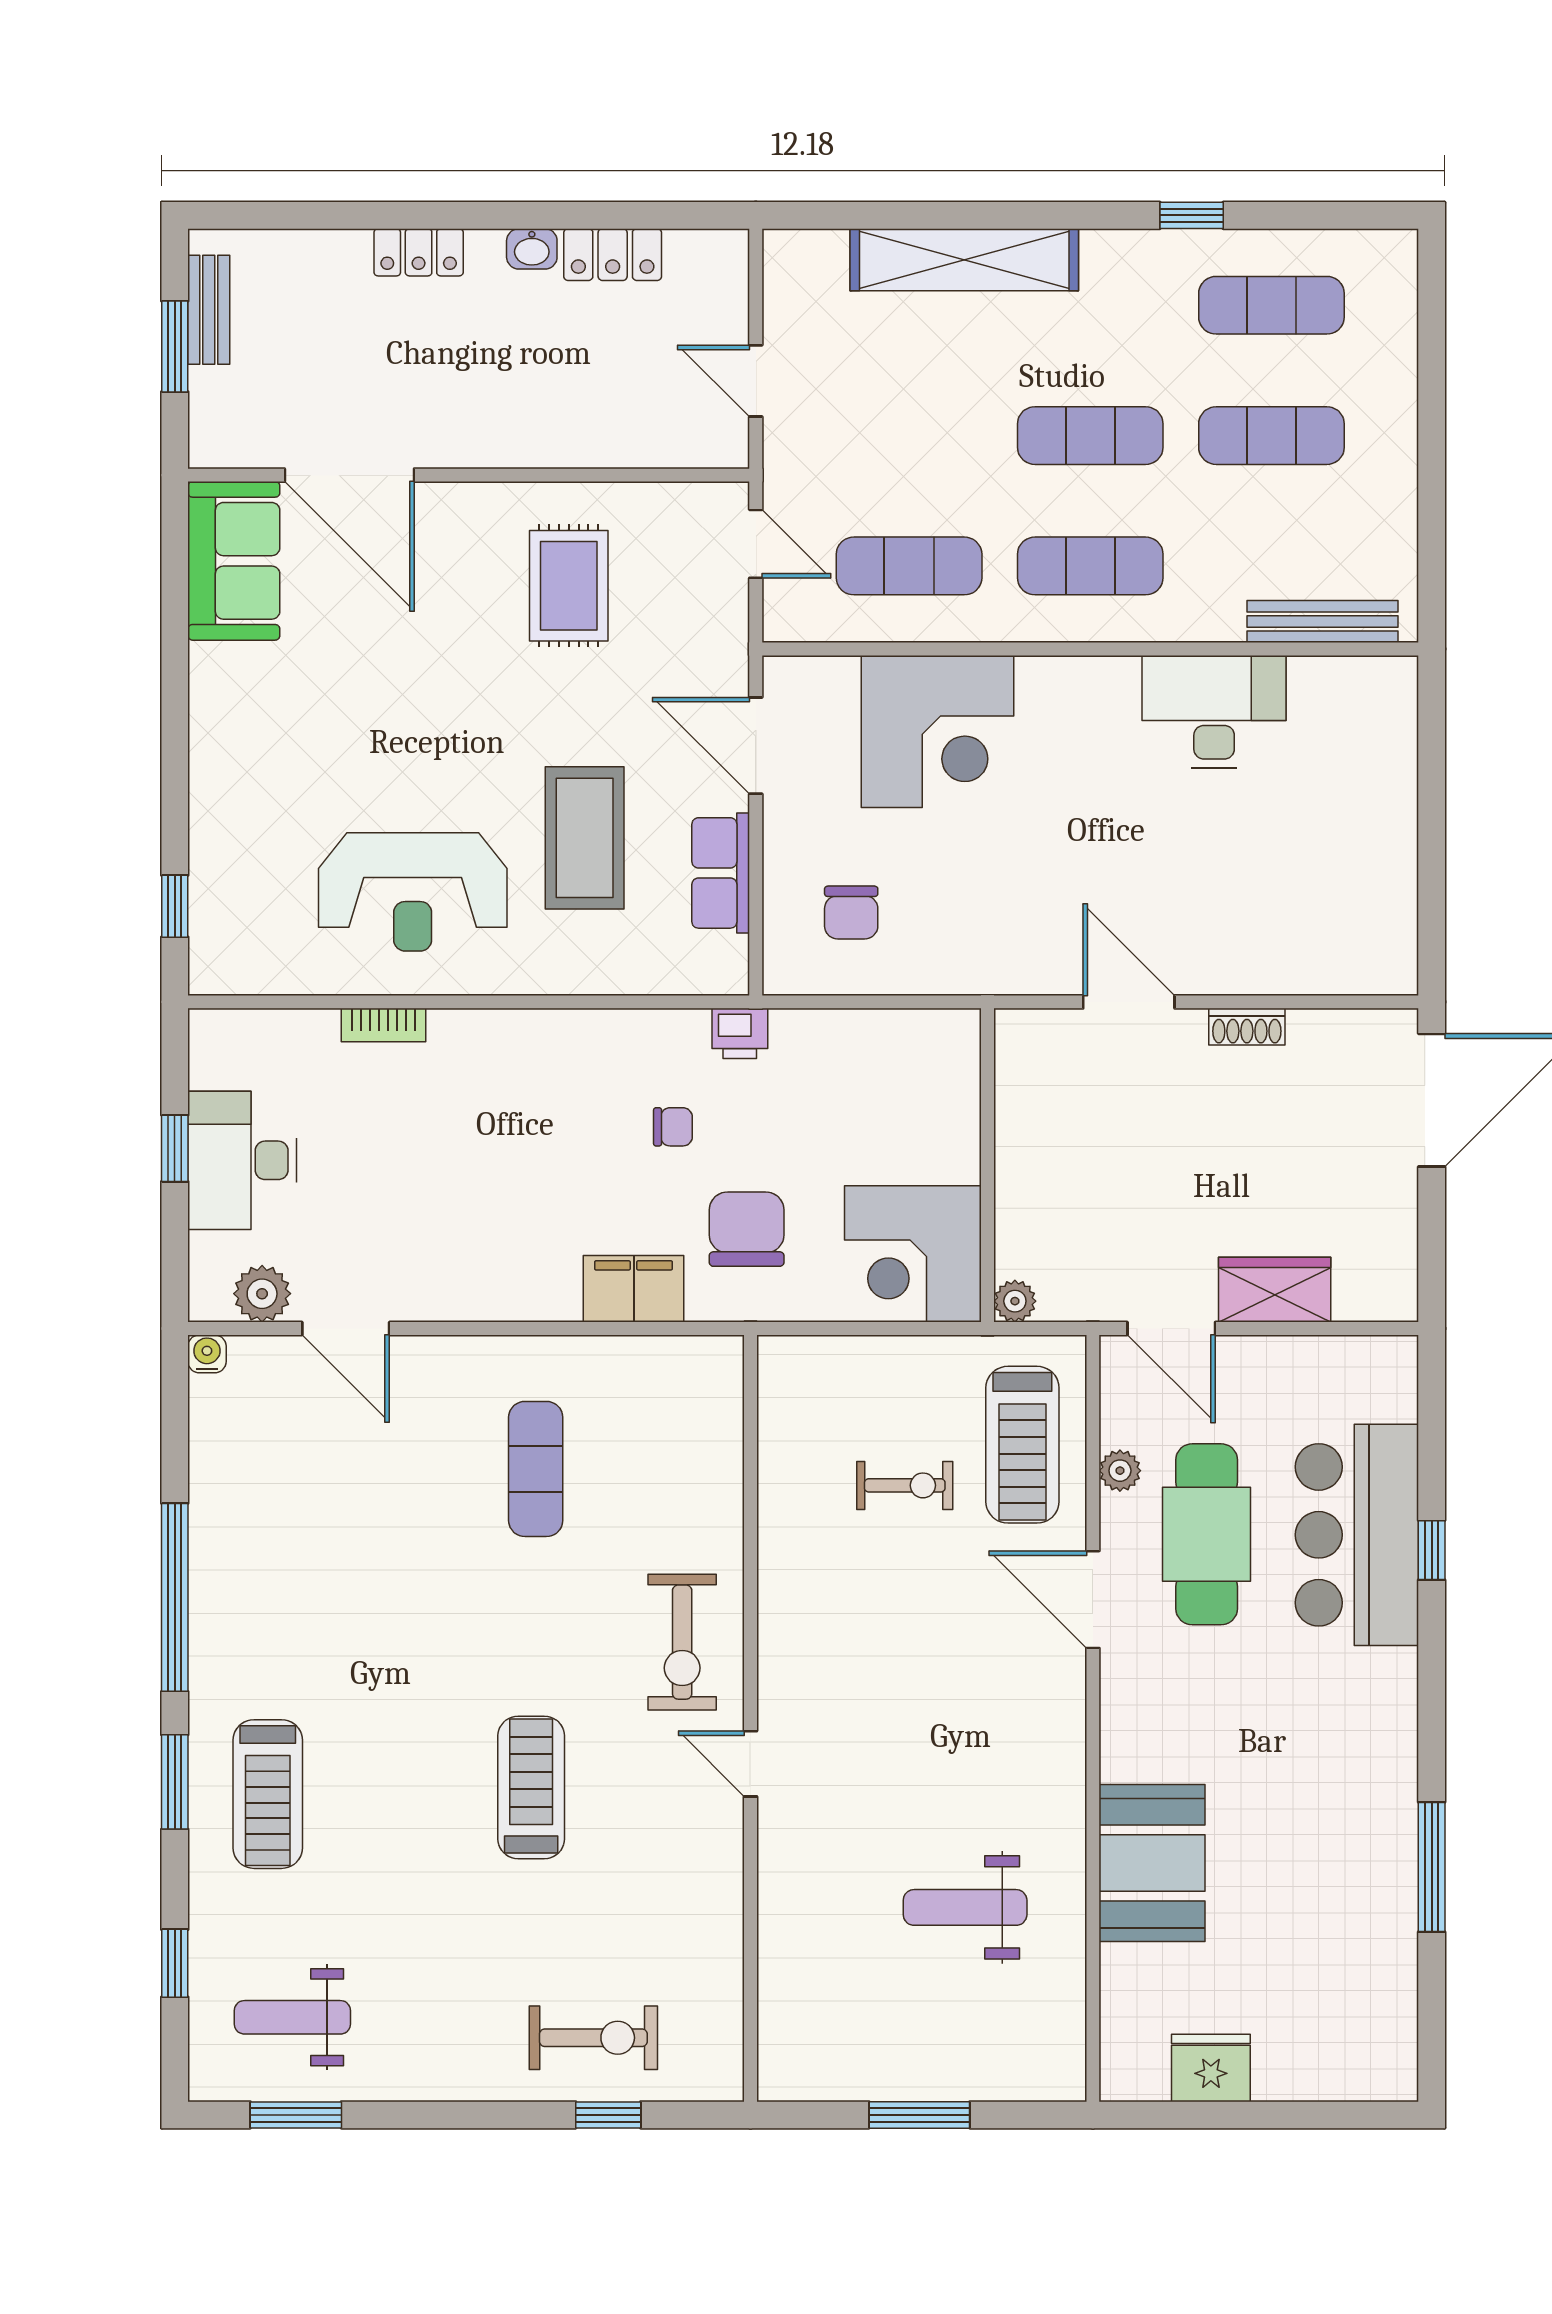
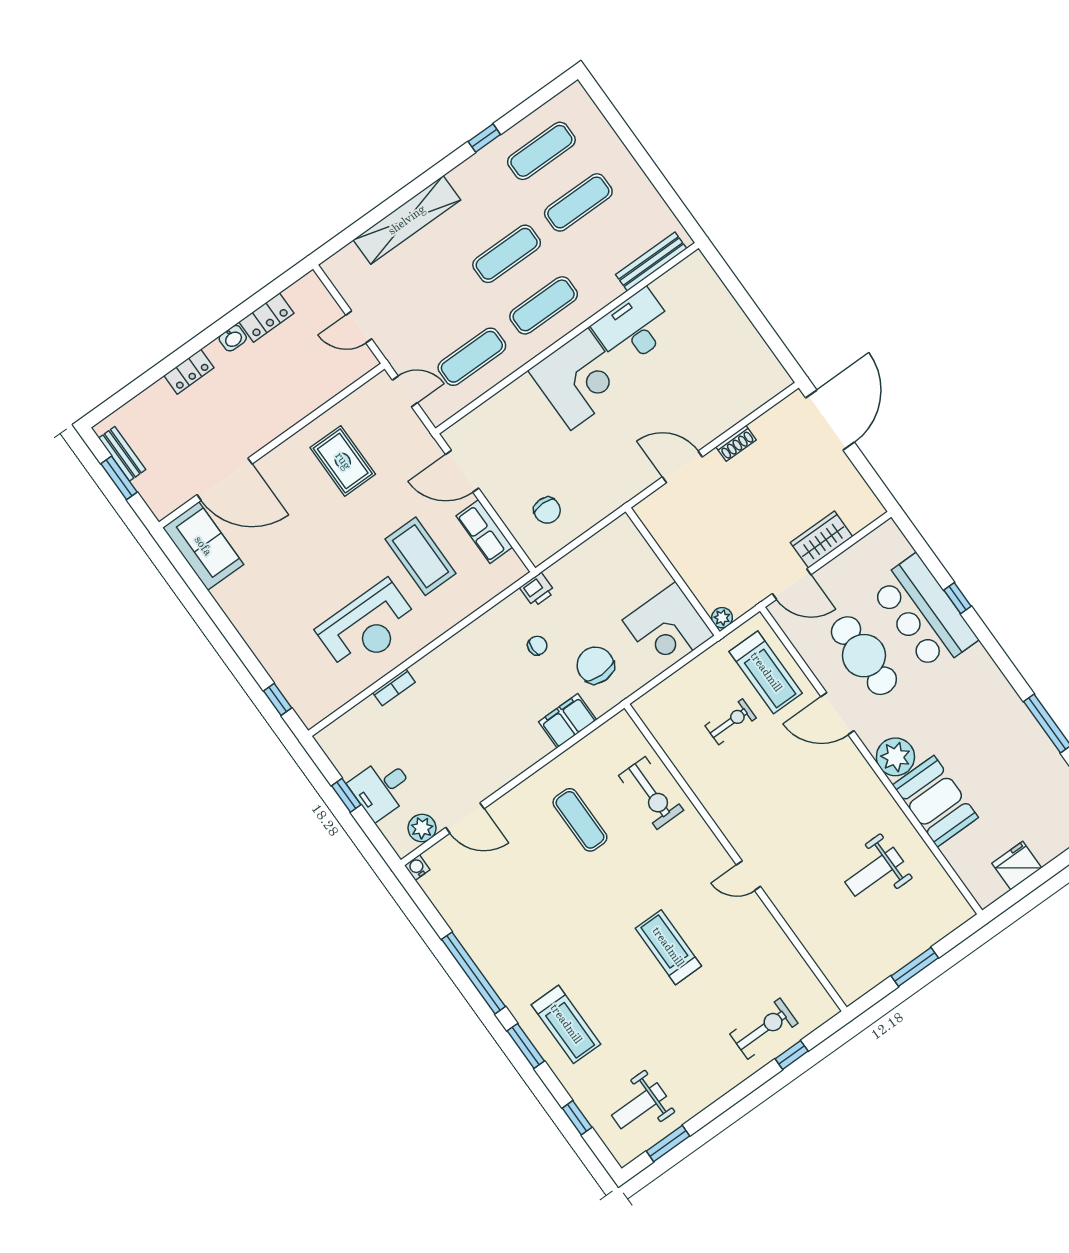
corner desk: (937, 731) -> (579, 379), moved
desk: (242, 1160) -> (382, 788), width x0.73
plant: (1120, 1471) -> (895, 757), moved, width x1.88, depth x1.88
exercise bike: (682, 1642) -> (651, 793), moved

